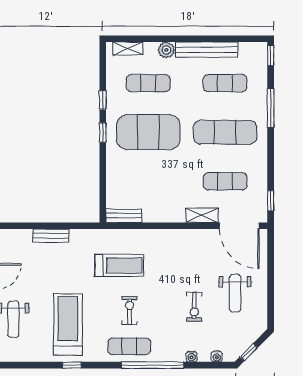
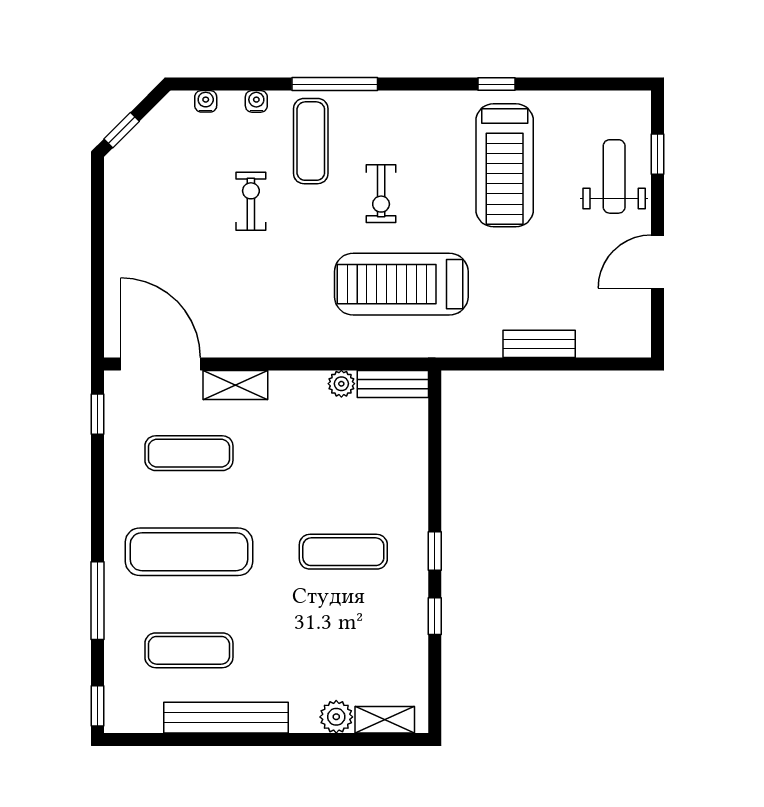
plant: (166, 50) -> (336, 717), moved
exercise mat: (148, 83) -> (343, 650), removed
exercise mat: (148, 132) -> (343, 552), width x0.50, depth x0.69
plant: (149, 216) -> (341, 384), added
treadmill: (119, 265) -> (401, 284), width x1.37, depth x1.37
weight bench: (235, 293) -> (169, 229), removed
exercise mat: (129, 346) -> (311, 141), moved, turned 90
window: (249, 352) -> (122, 130), moved
window: (152, 365) -> (335, 84), width x0.68

